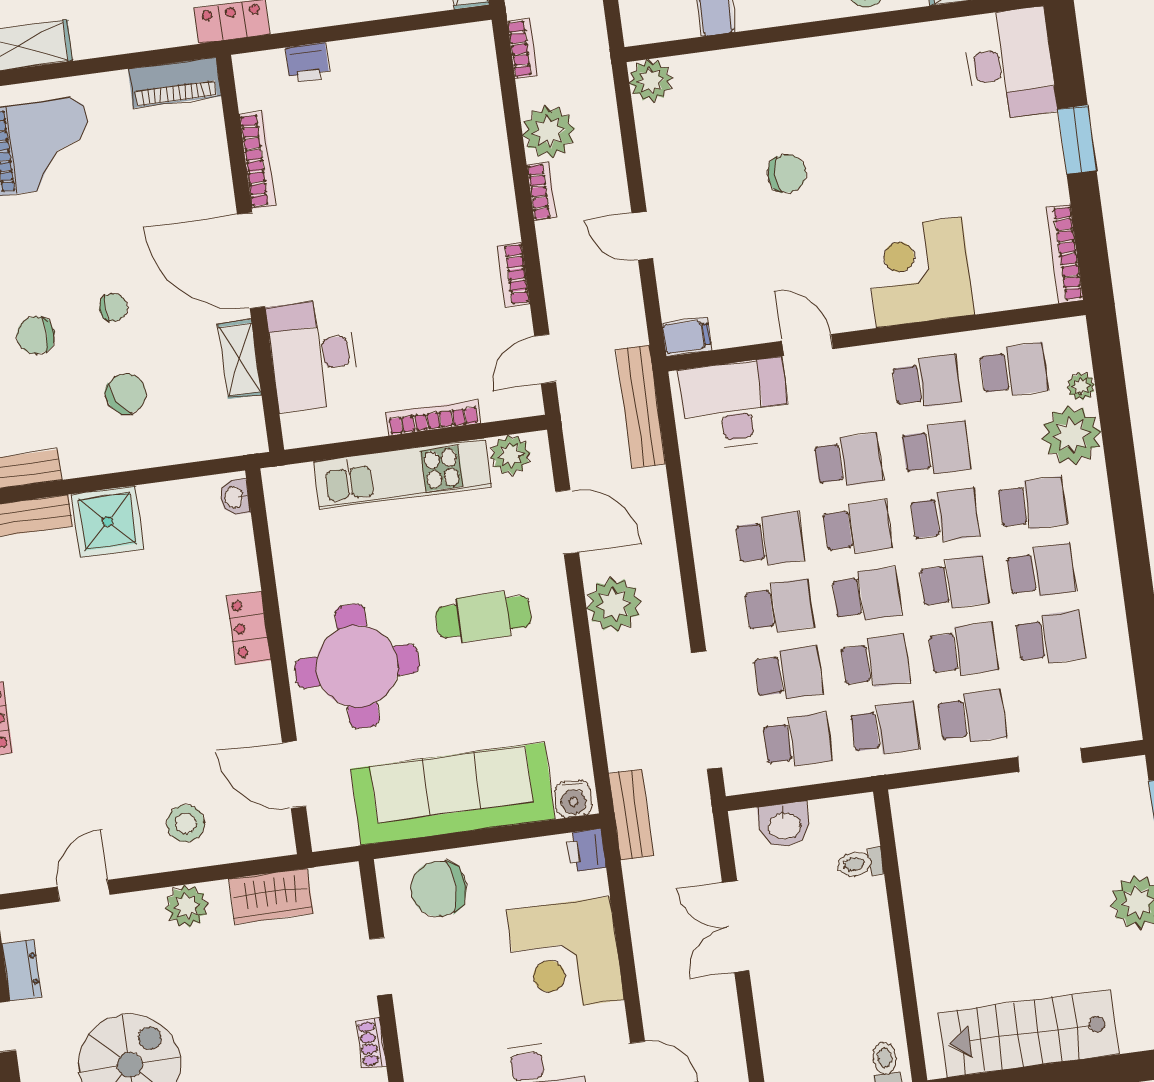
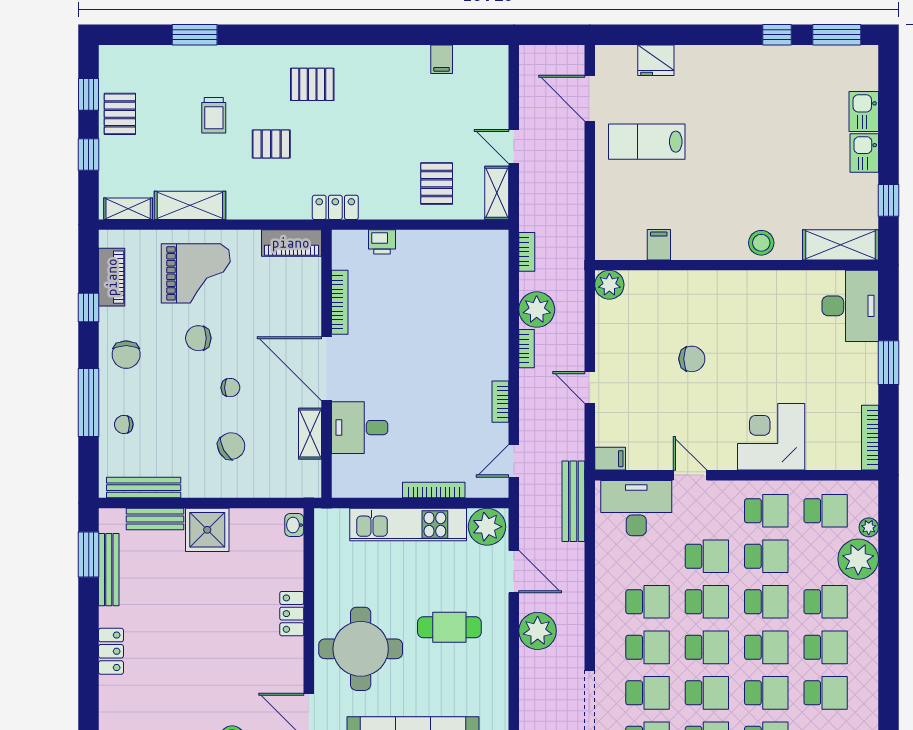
chair: (35, 335) -> (198, 338), moved
desk: (313, 355) -> (360, 428), width x0.73
plant: (510, 455) -> (487, 527), width x1.36, depth x1.36

